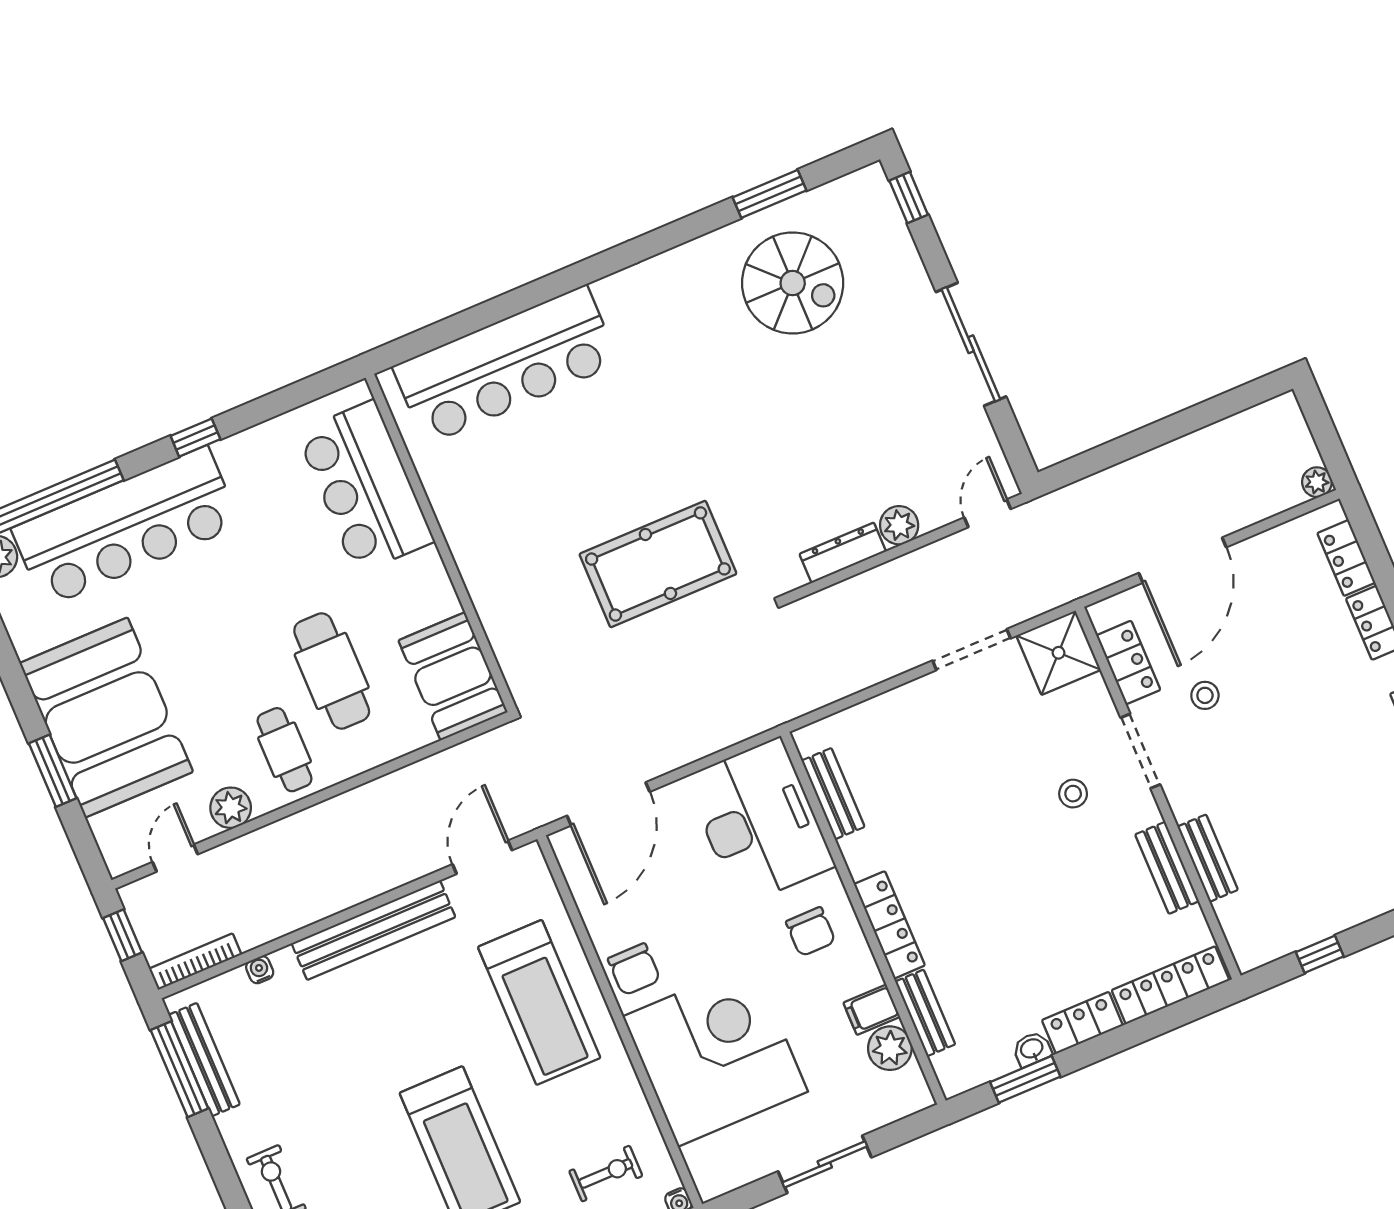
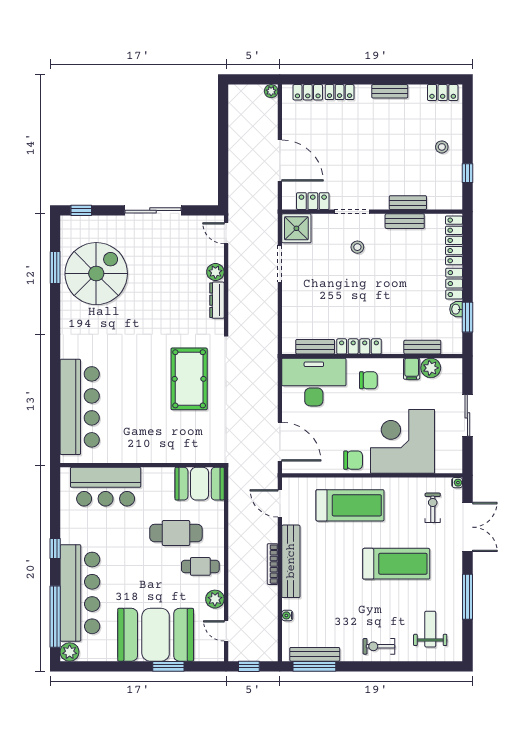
spiral stairs: (793, 283) -> (96, 274), width x1.37, depth x1.37
stool: (1205, 695) -> (442, 147), moved
locker: (889, 925) -> (359, 346), moved
bookcase: (195, 962) -> (273, 564), moved

